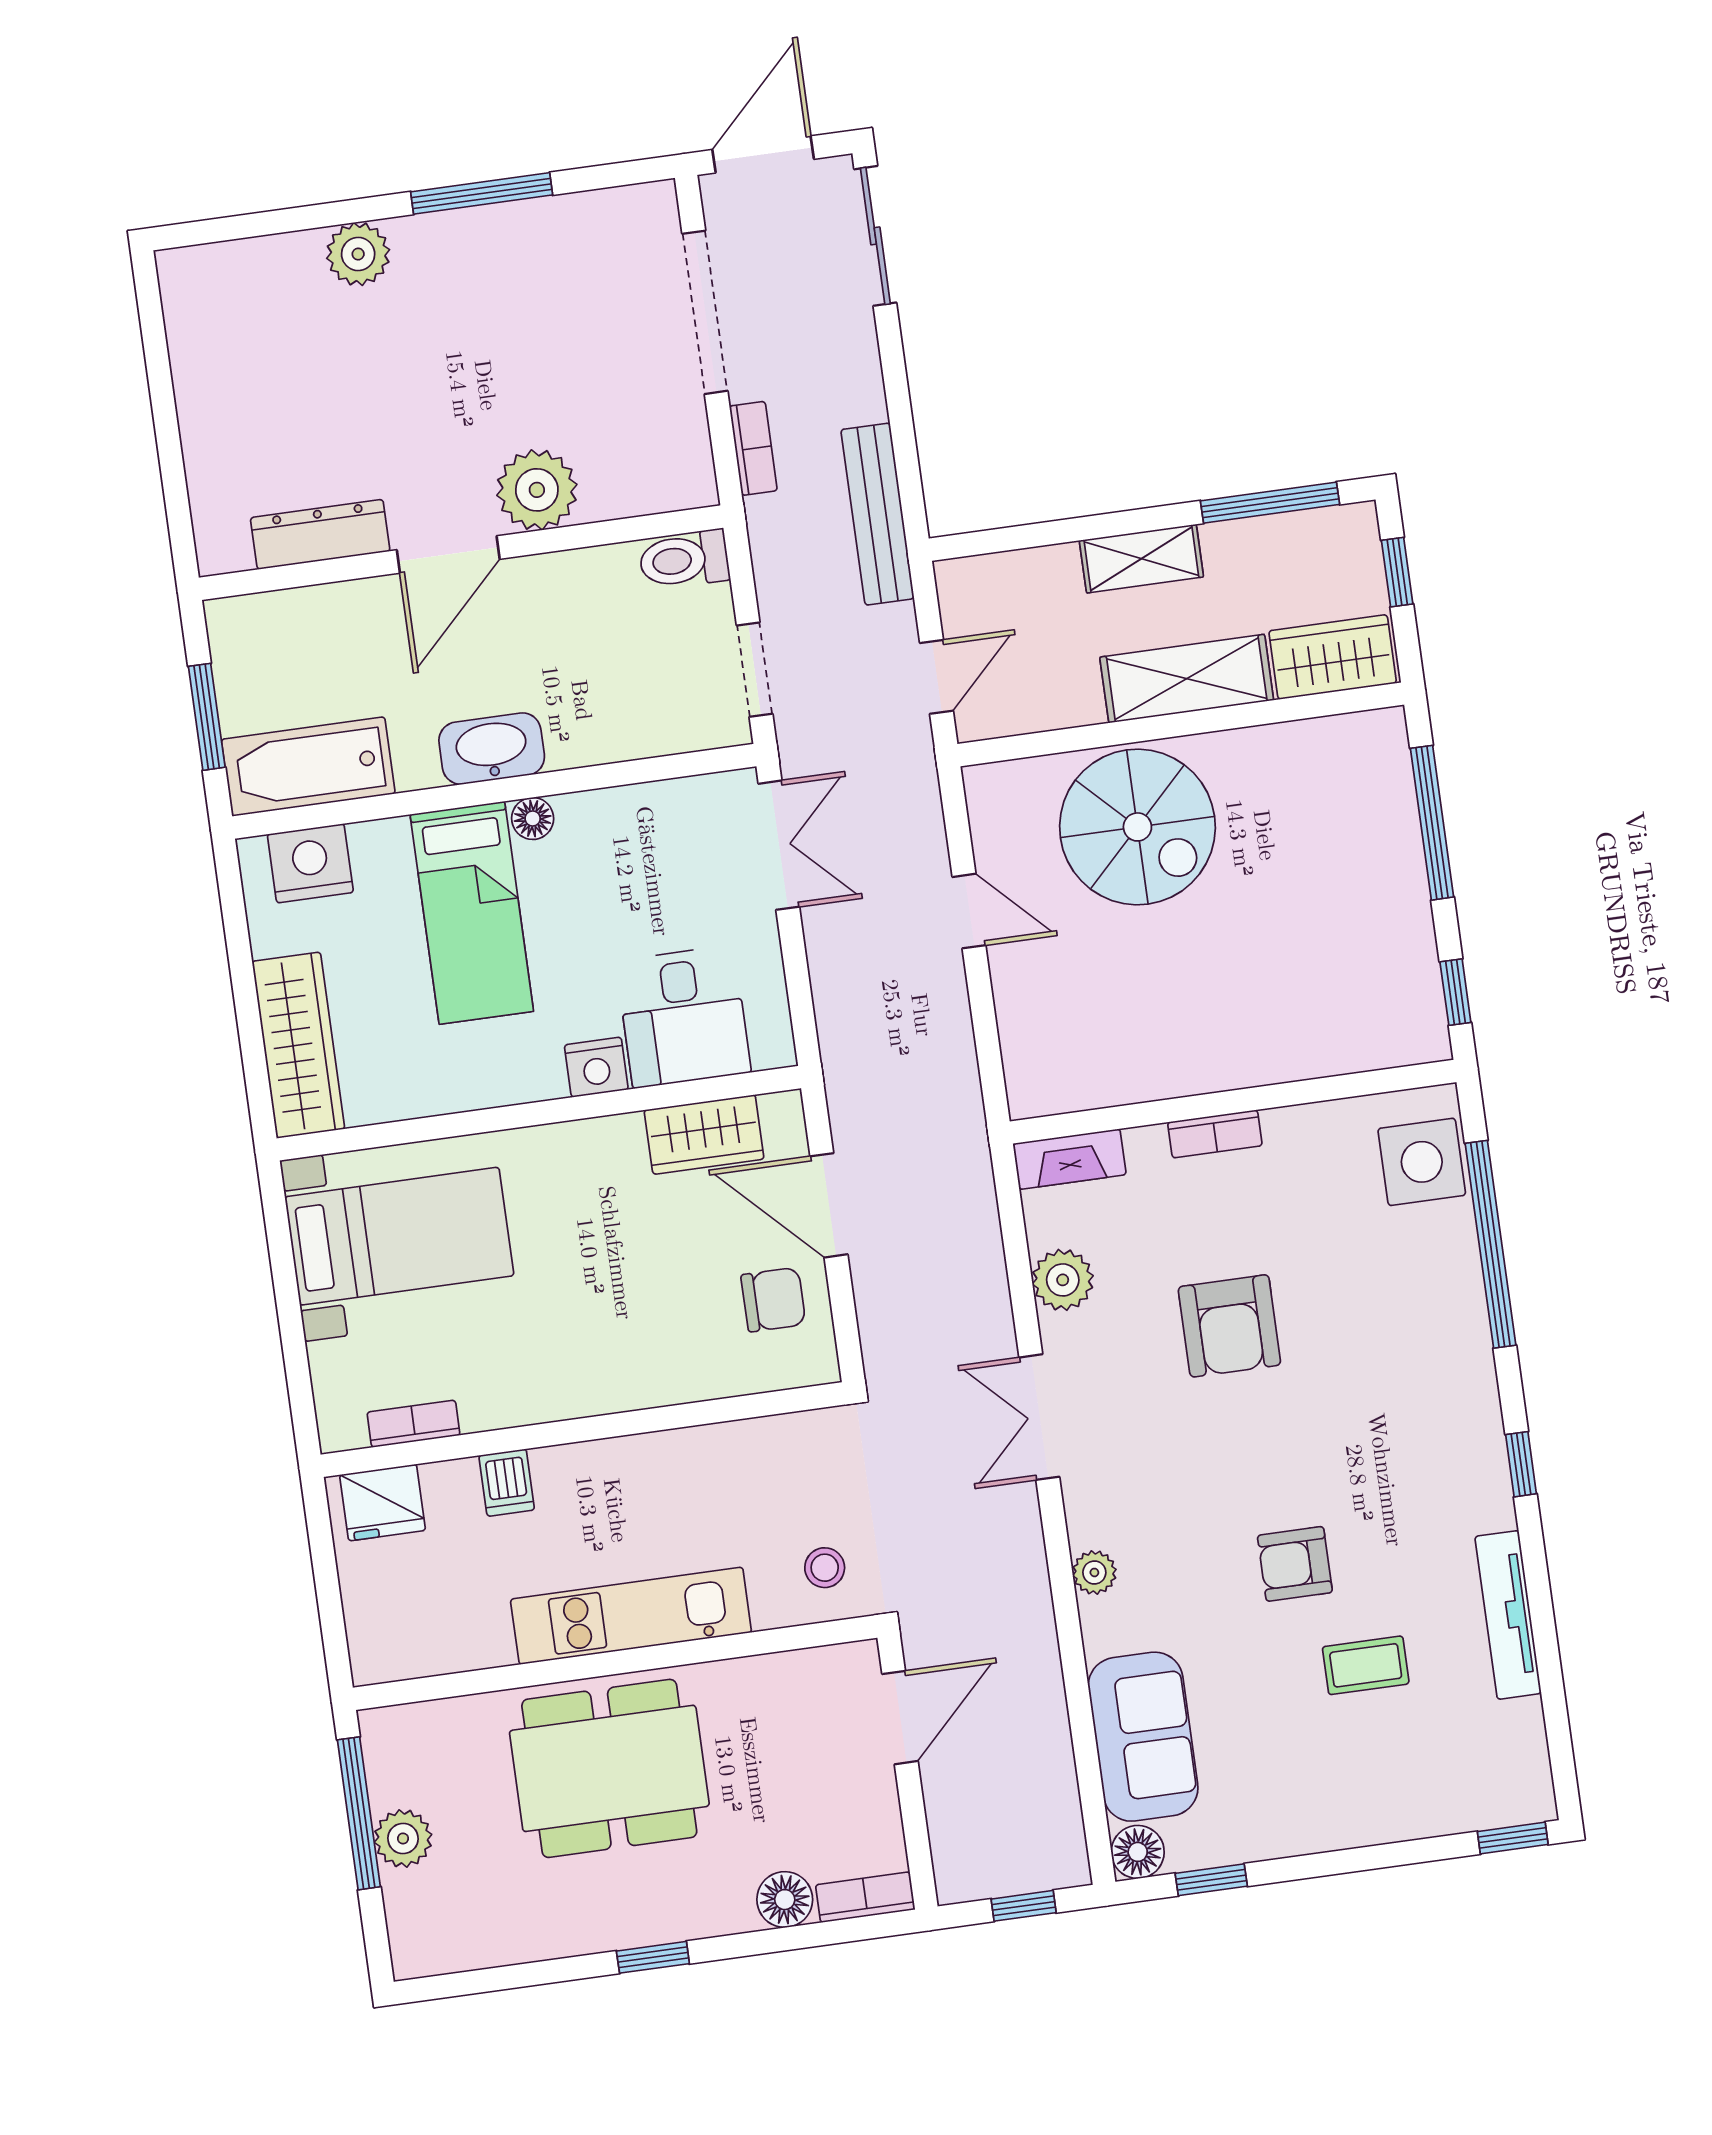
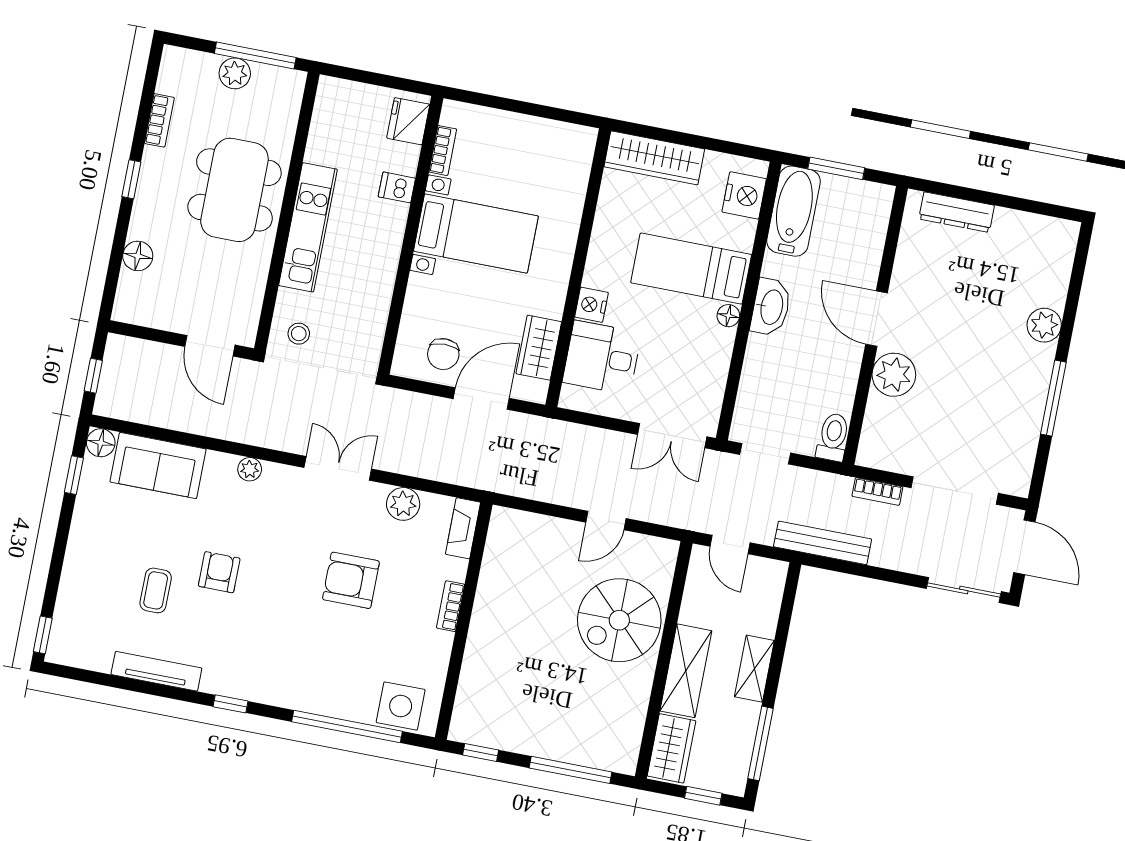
dresser: (320, 534) -> (957, 212), moved, turned 90
bed with nightstands: (399, 1236) -> (476, 234), moved, turned -90
bookcase: (865, 1897) -> (159, 120), moved

